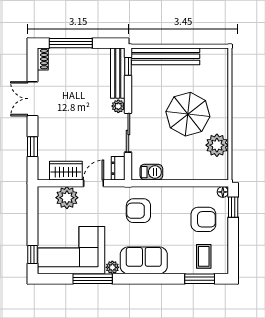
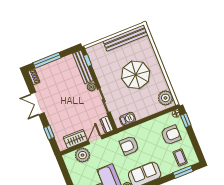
bench: (166, 56) -> (125, 38), moved
plant: (217, 145) -> (165, 98), moved

